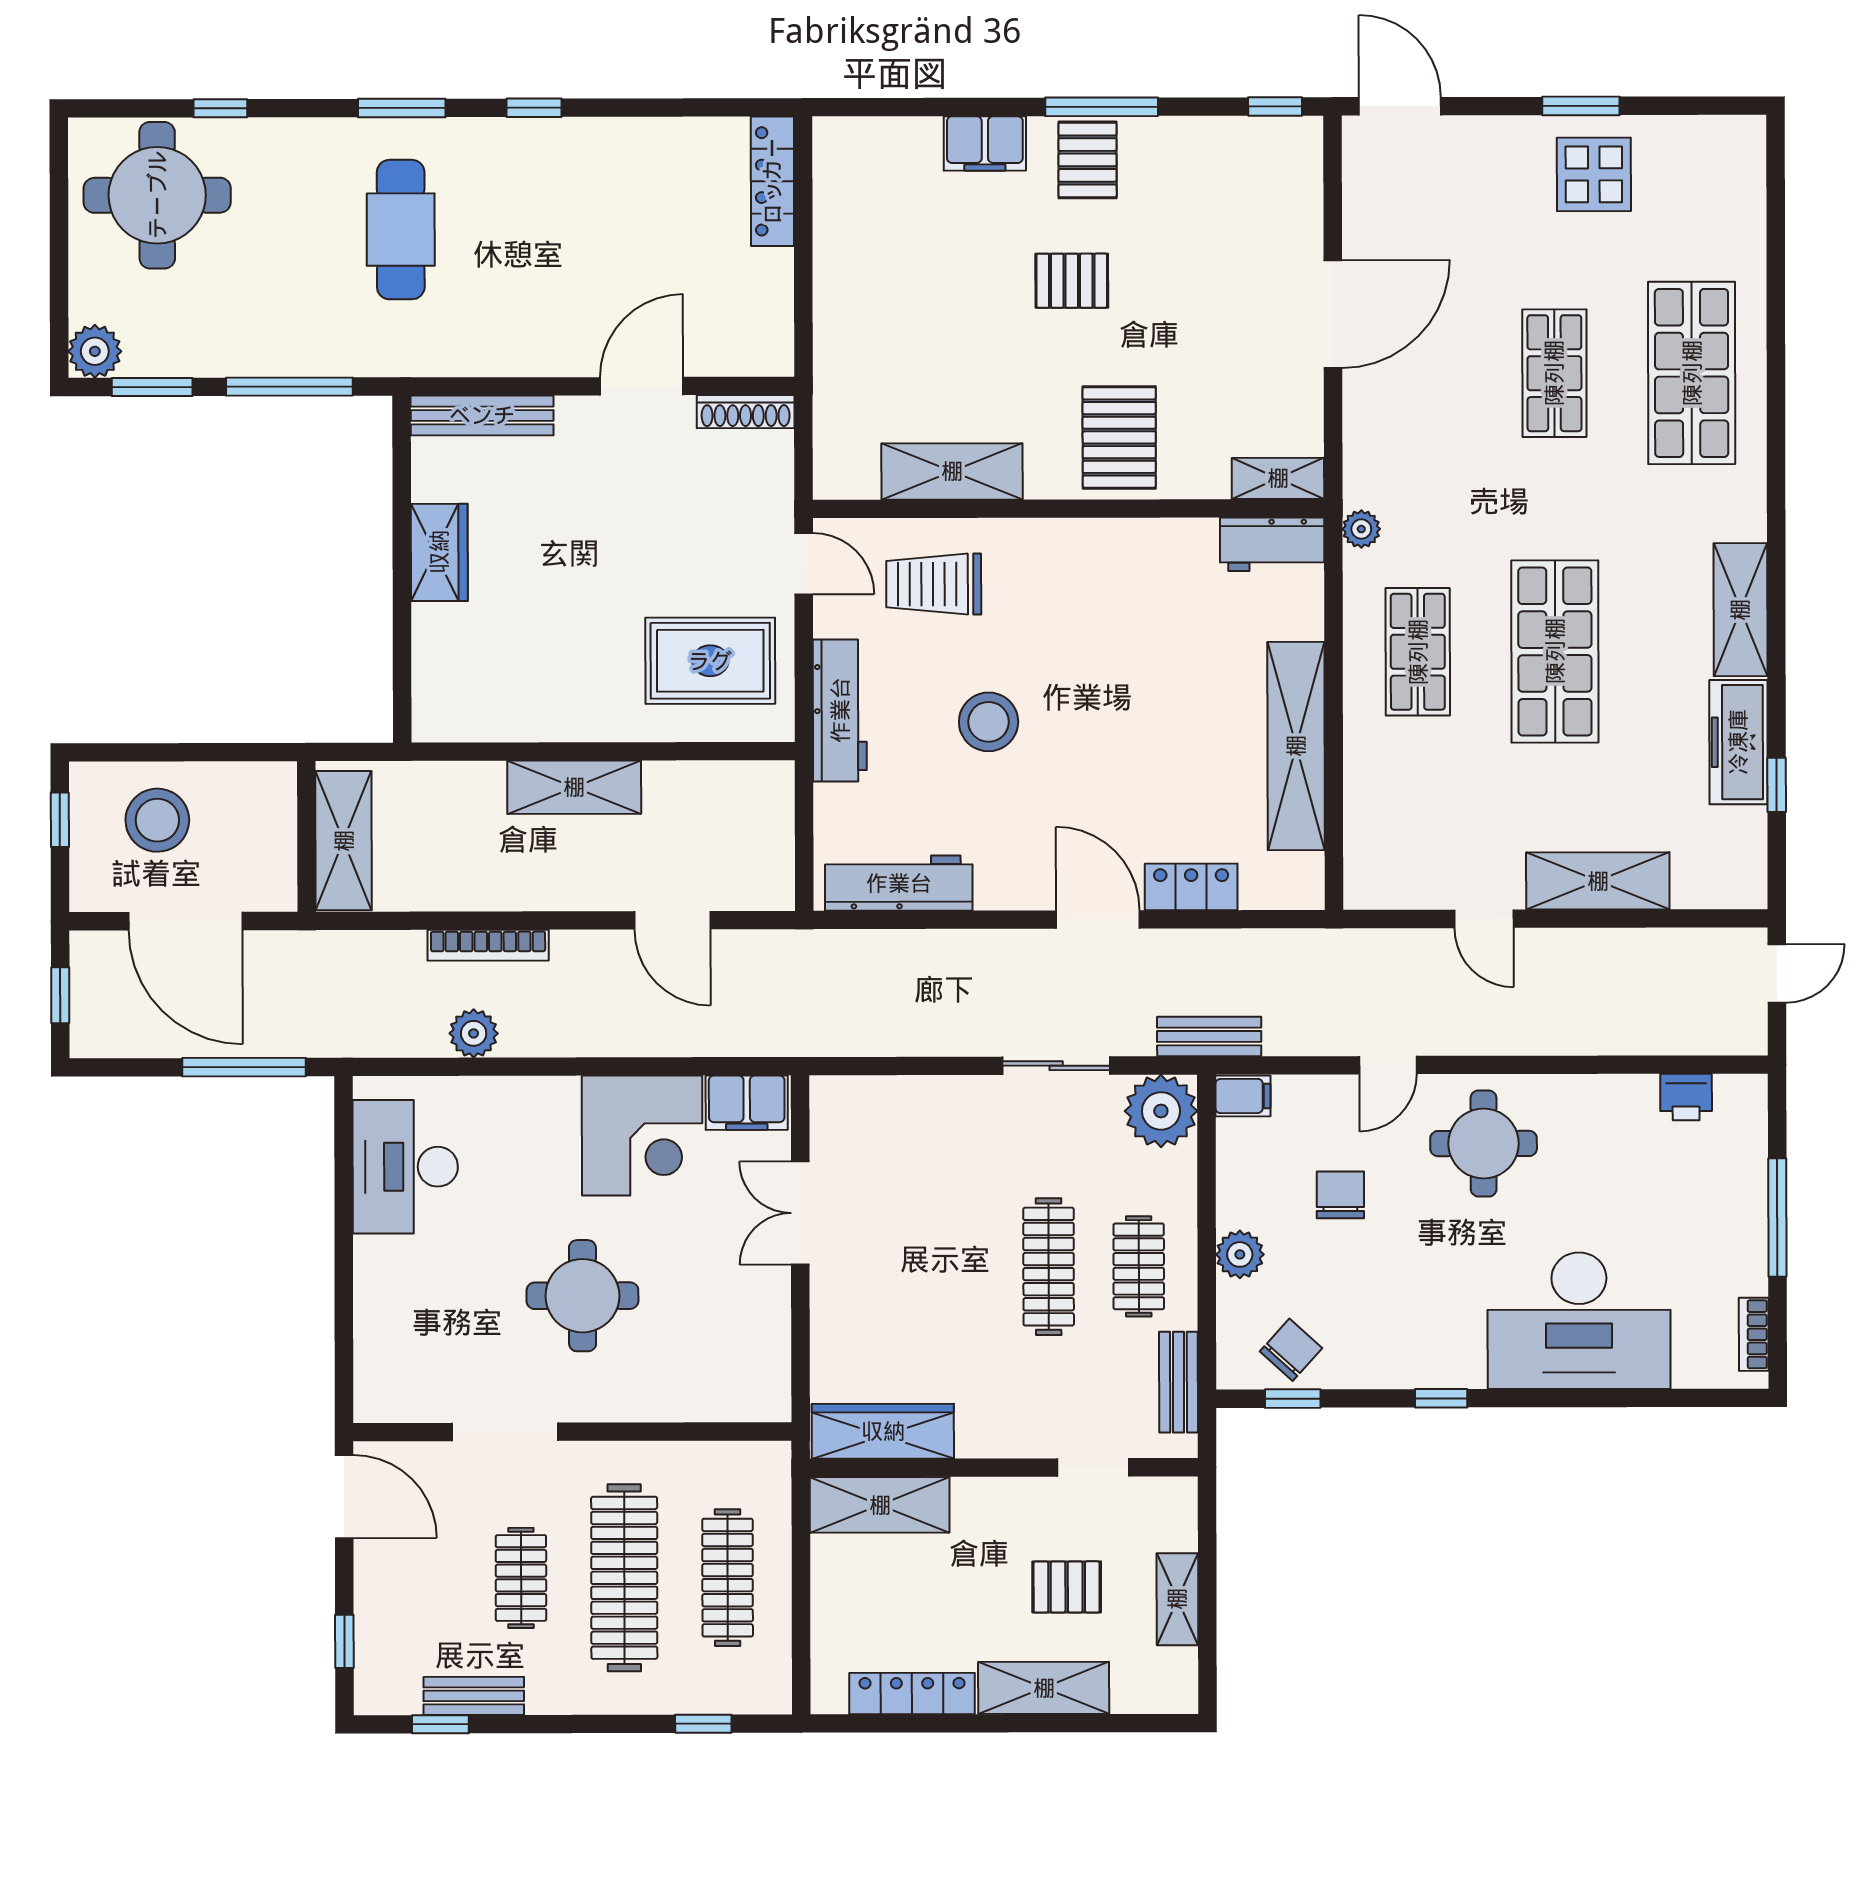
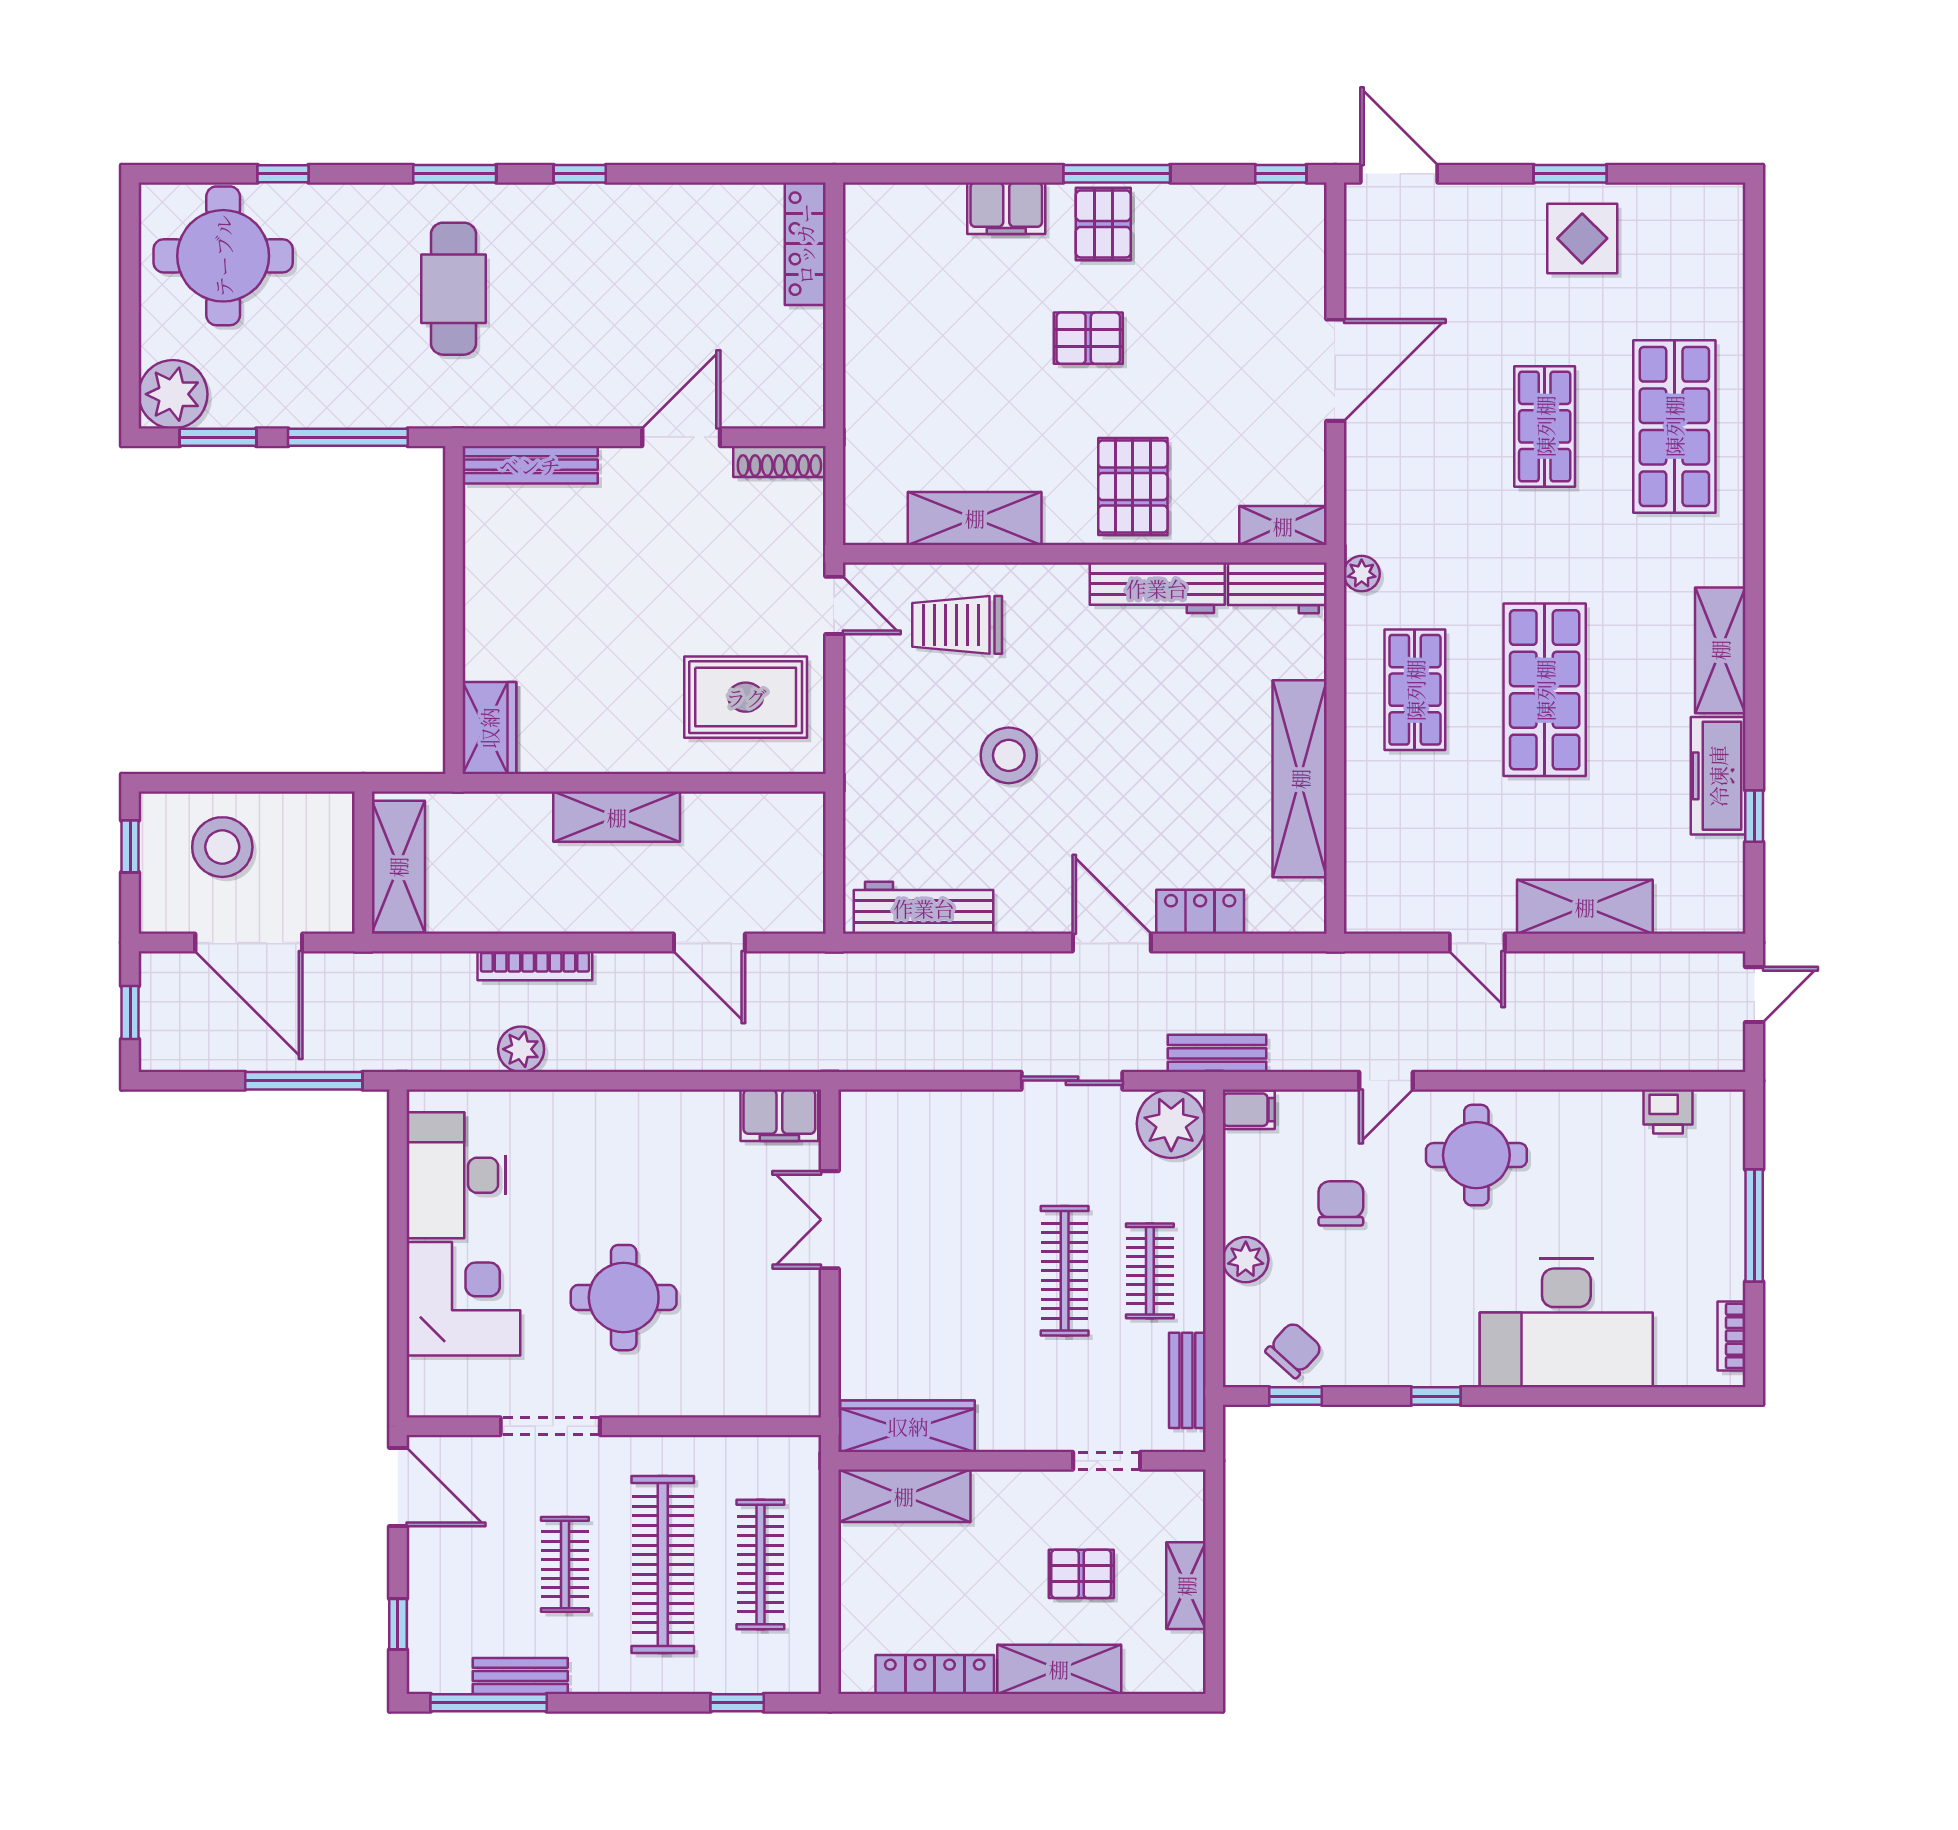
plant: (95, 351) -> (173, 394), width x1.36, depth x1.36
wardrobe: (439, 552) -> (489, 728), moved
workbench: (840, 710) -> (1157, 588), moved, turned 90
corner desk: (642, 1136) -> (463, 1299), moved, turned -90
window: (440, 1724) -> (489, 1703), width x2.17

